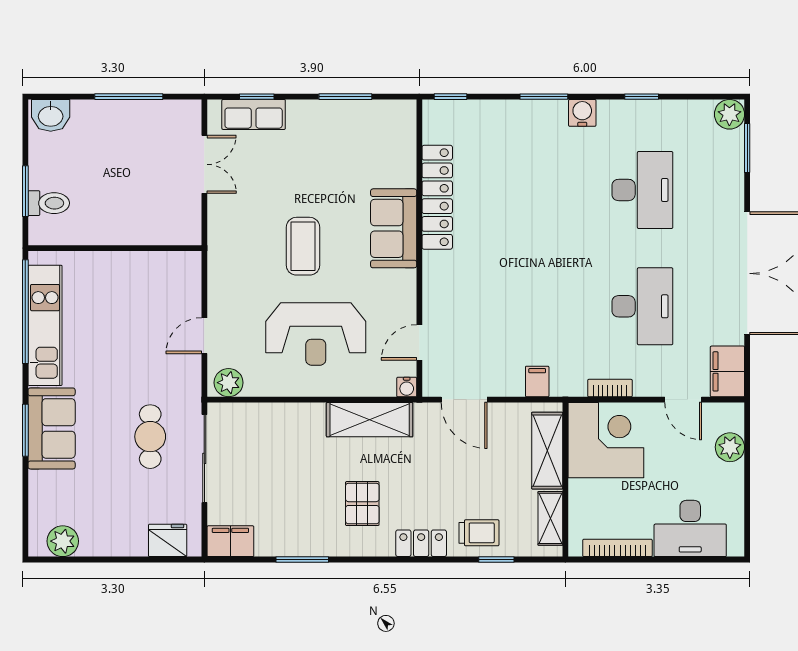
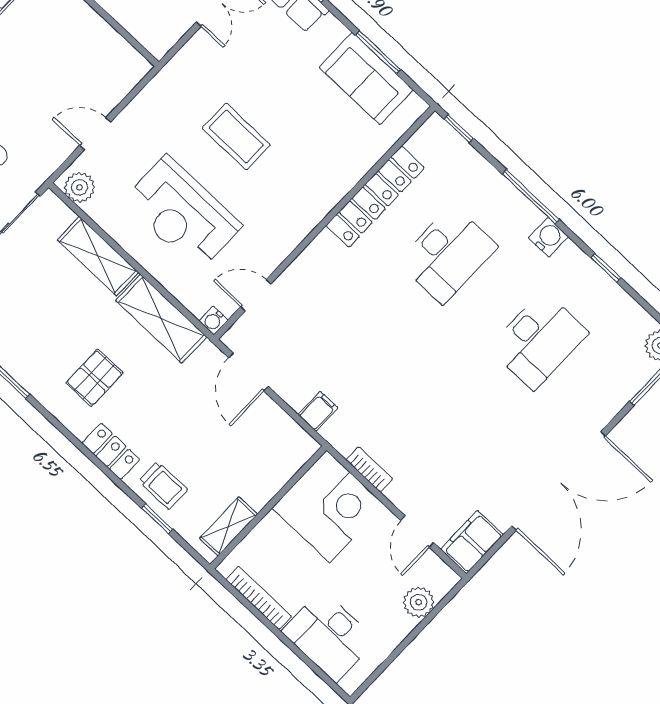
window: (544, 97) -> (531, 197), width x1.44
sofa: (394, 228) -> (366, 79), moved, turned -90
coffee table: (303, 246) -> (236, 137), turned 90
desk: (642, 306) -> (447, 254), moved
shelving: (547, 451) -> (98, 256), moved, turned 90

